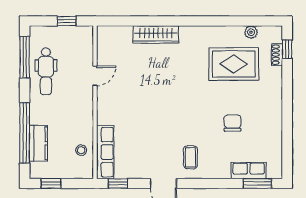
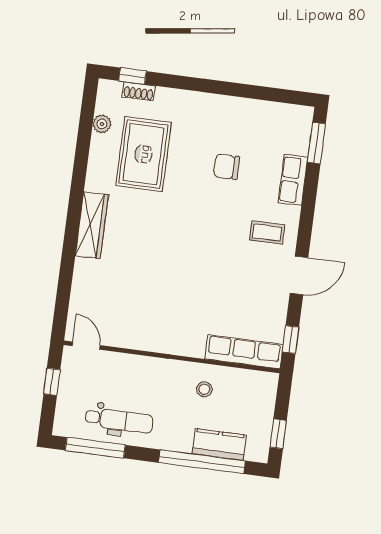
wardrobe: (156, 34) -> (92, 225), moved
door: (95, 76) -> (86, 346), moved
stool: (81, 150) -> (204, 389), moved
row of seats: (249, 171) -> (293, 180), moved

